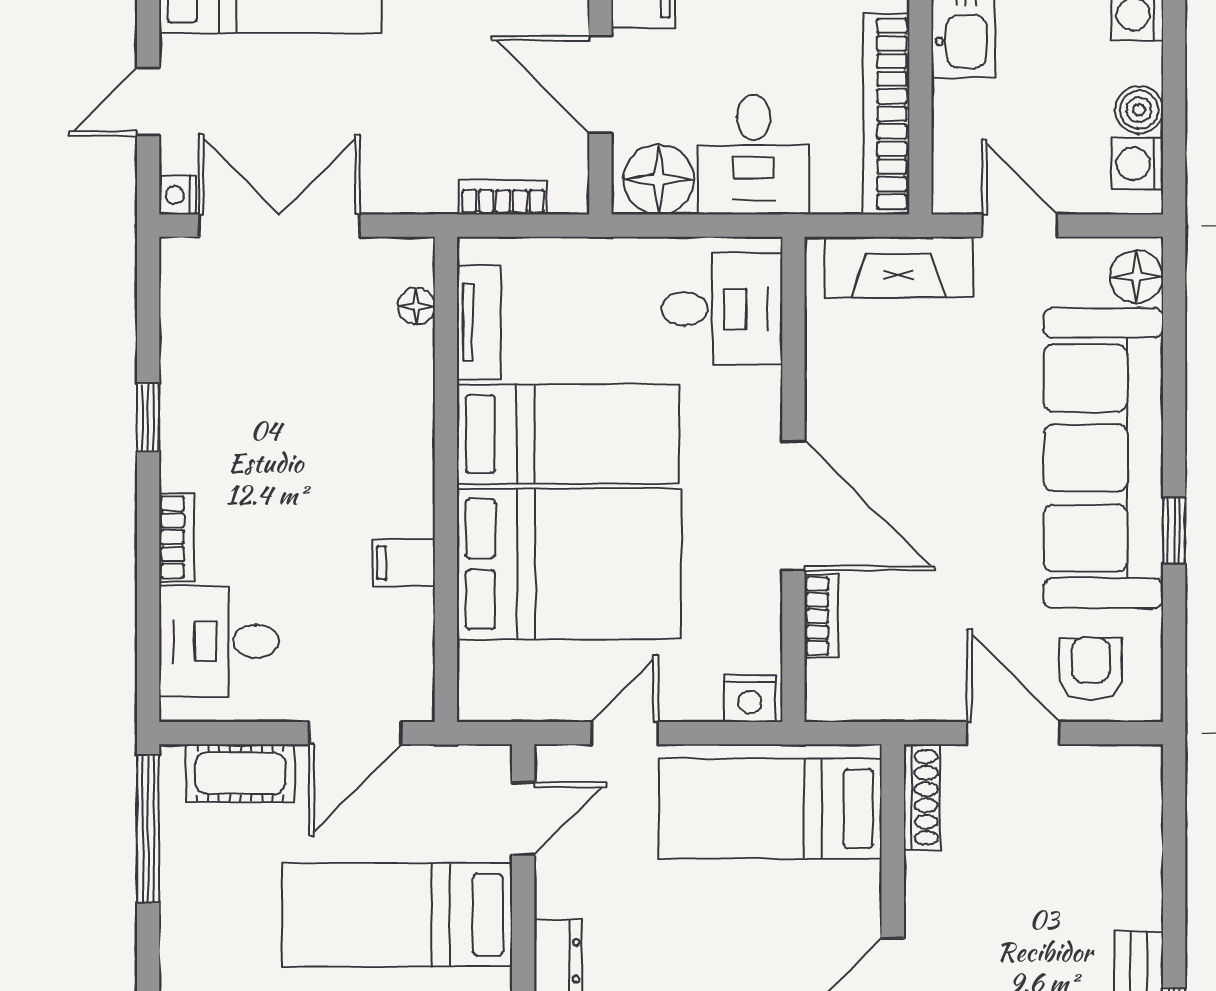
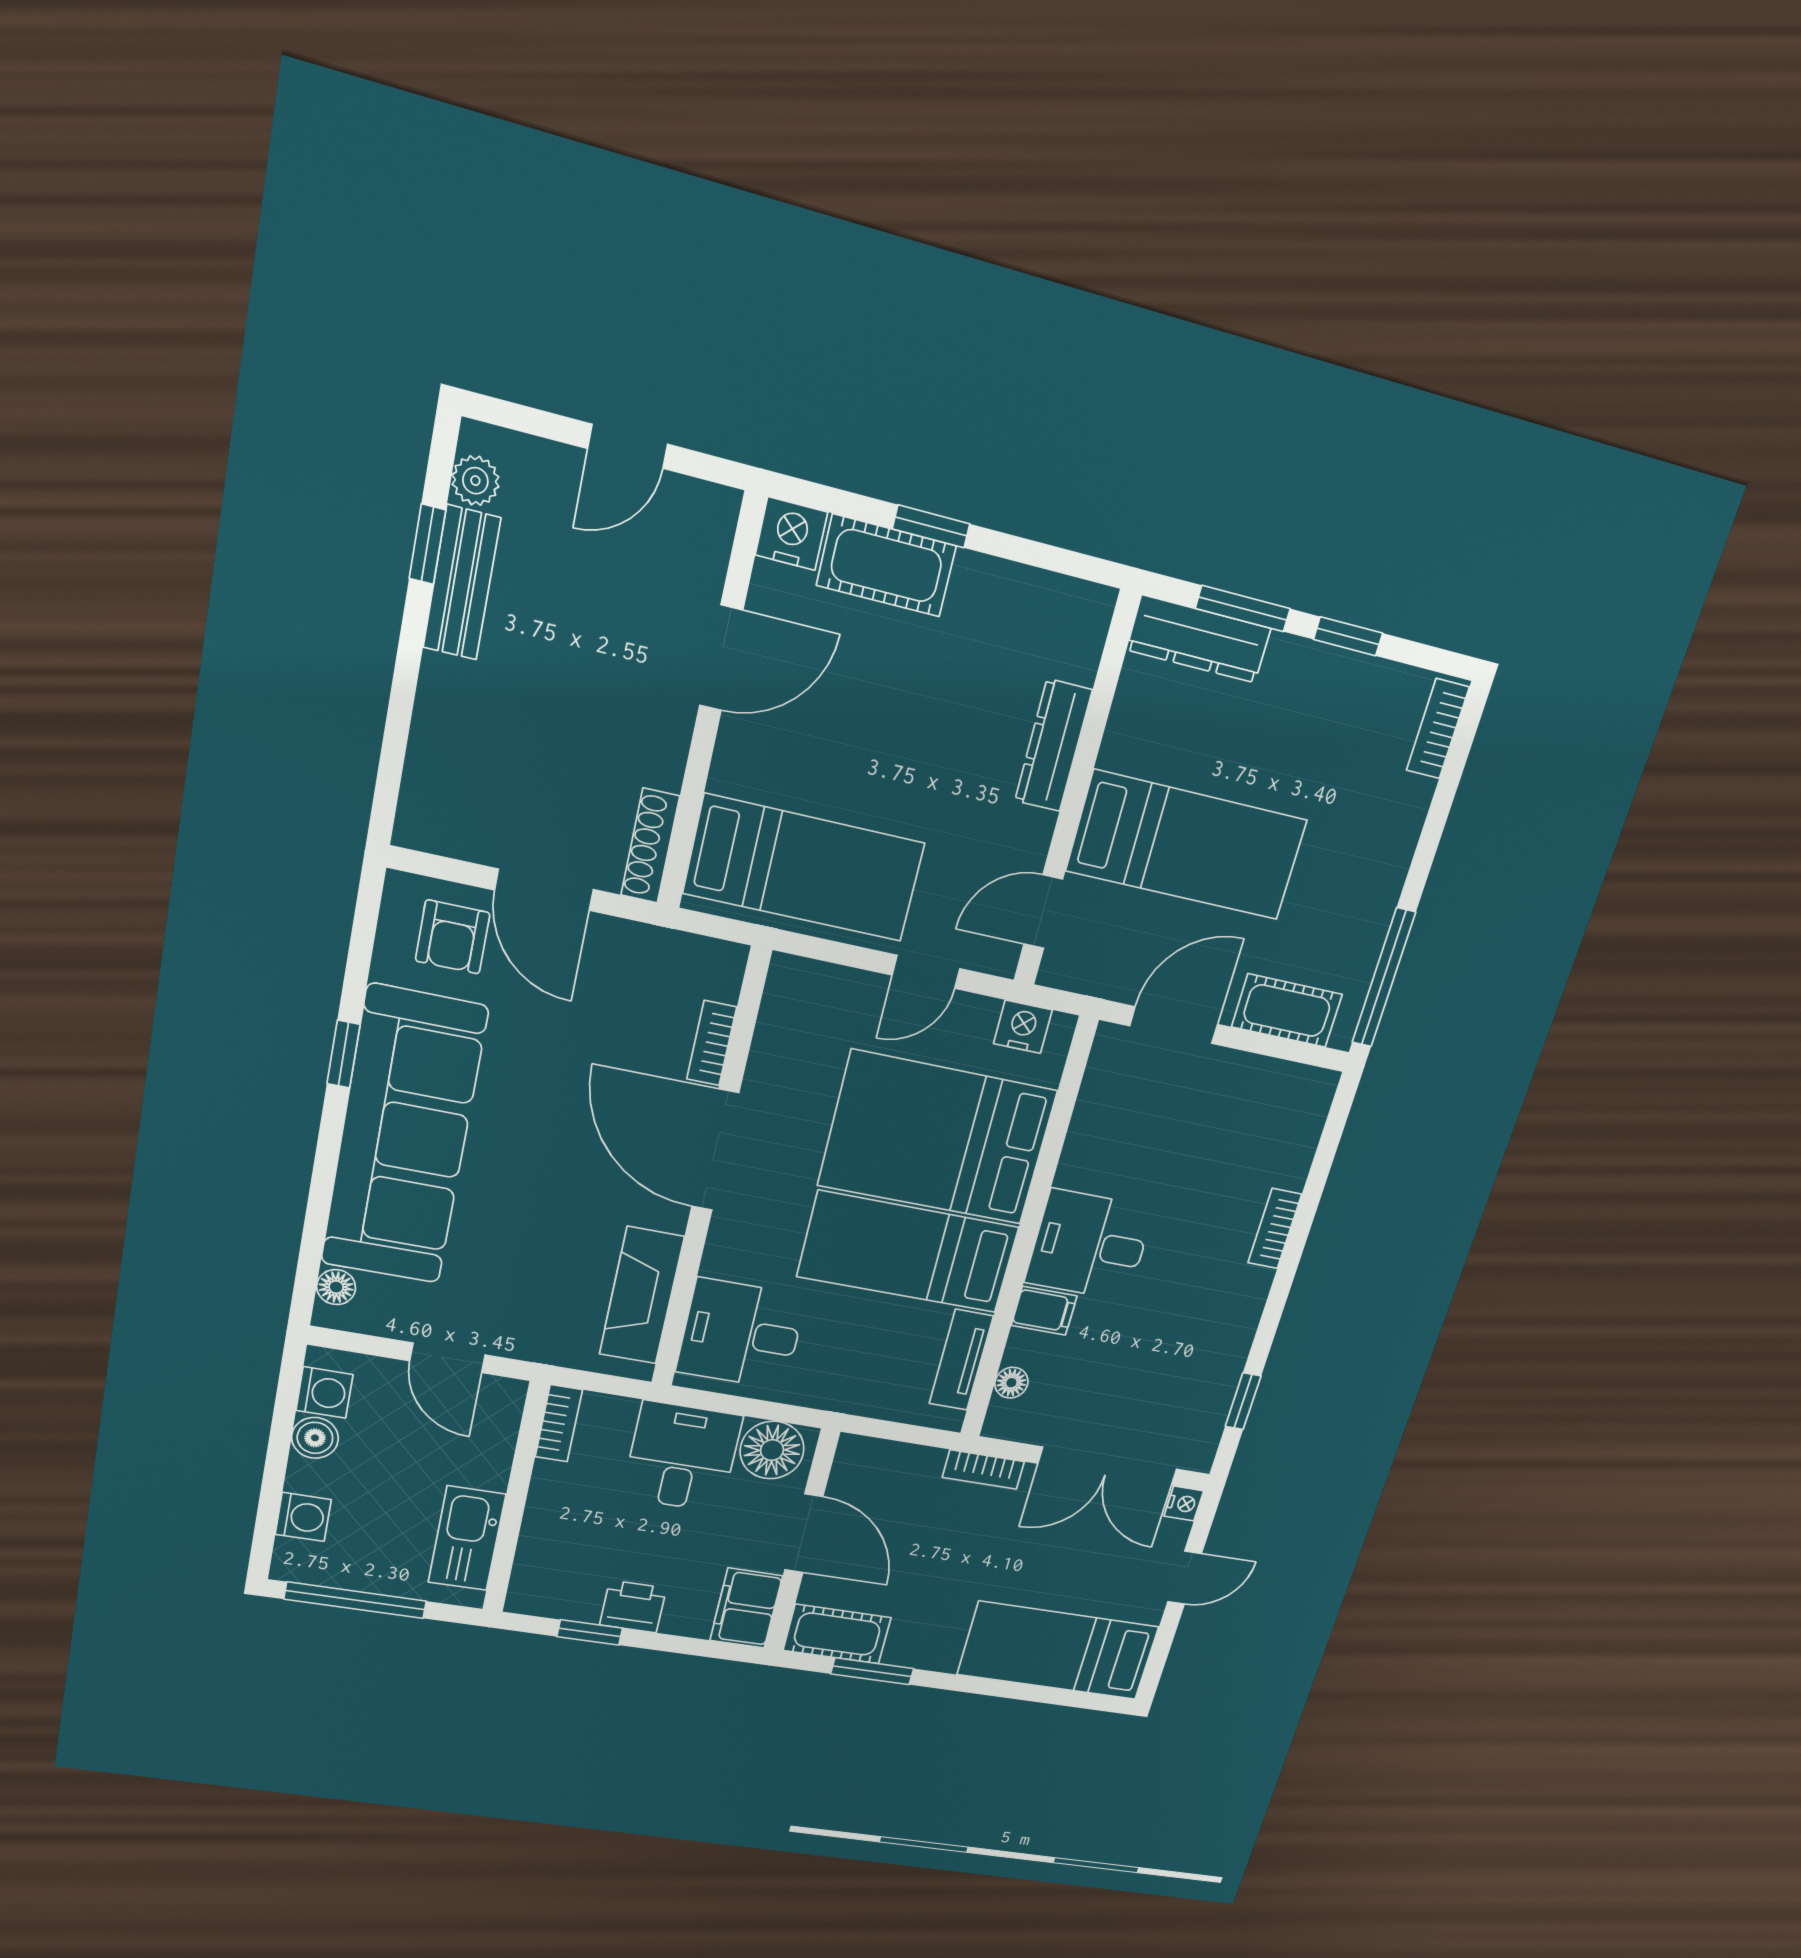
bookcase: (886, 114) -> (559, 1423), width x0.43, depth x0.76
bookcase: (503, 197) -> (983, 1469), moved
fireplace: (899, 267) -> (642, 1296), moved, turned -90
floor lamp: (1136, 277) -> (336, 1287), width x0.73, depth x0.73
window: (148, 418) -> (1243, 1401), moved
filing cabinet: (403, 563) -> (1044, 1311), moved
desk: (219, 641) -> (1089, 1245), moved, turned 180
nightstand: (750, 698) -> (1023, 1027), moved

